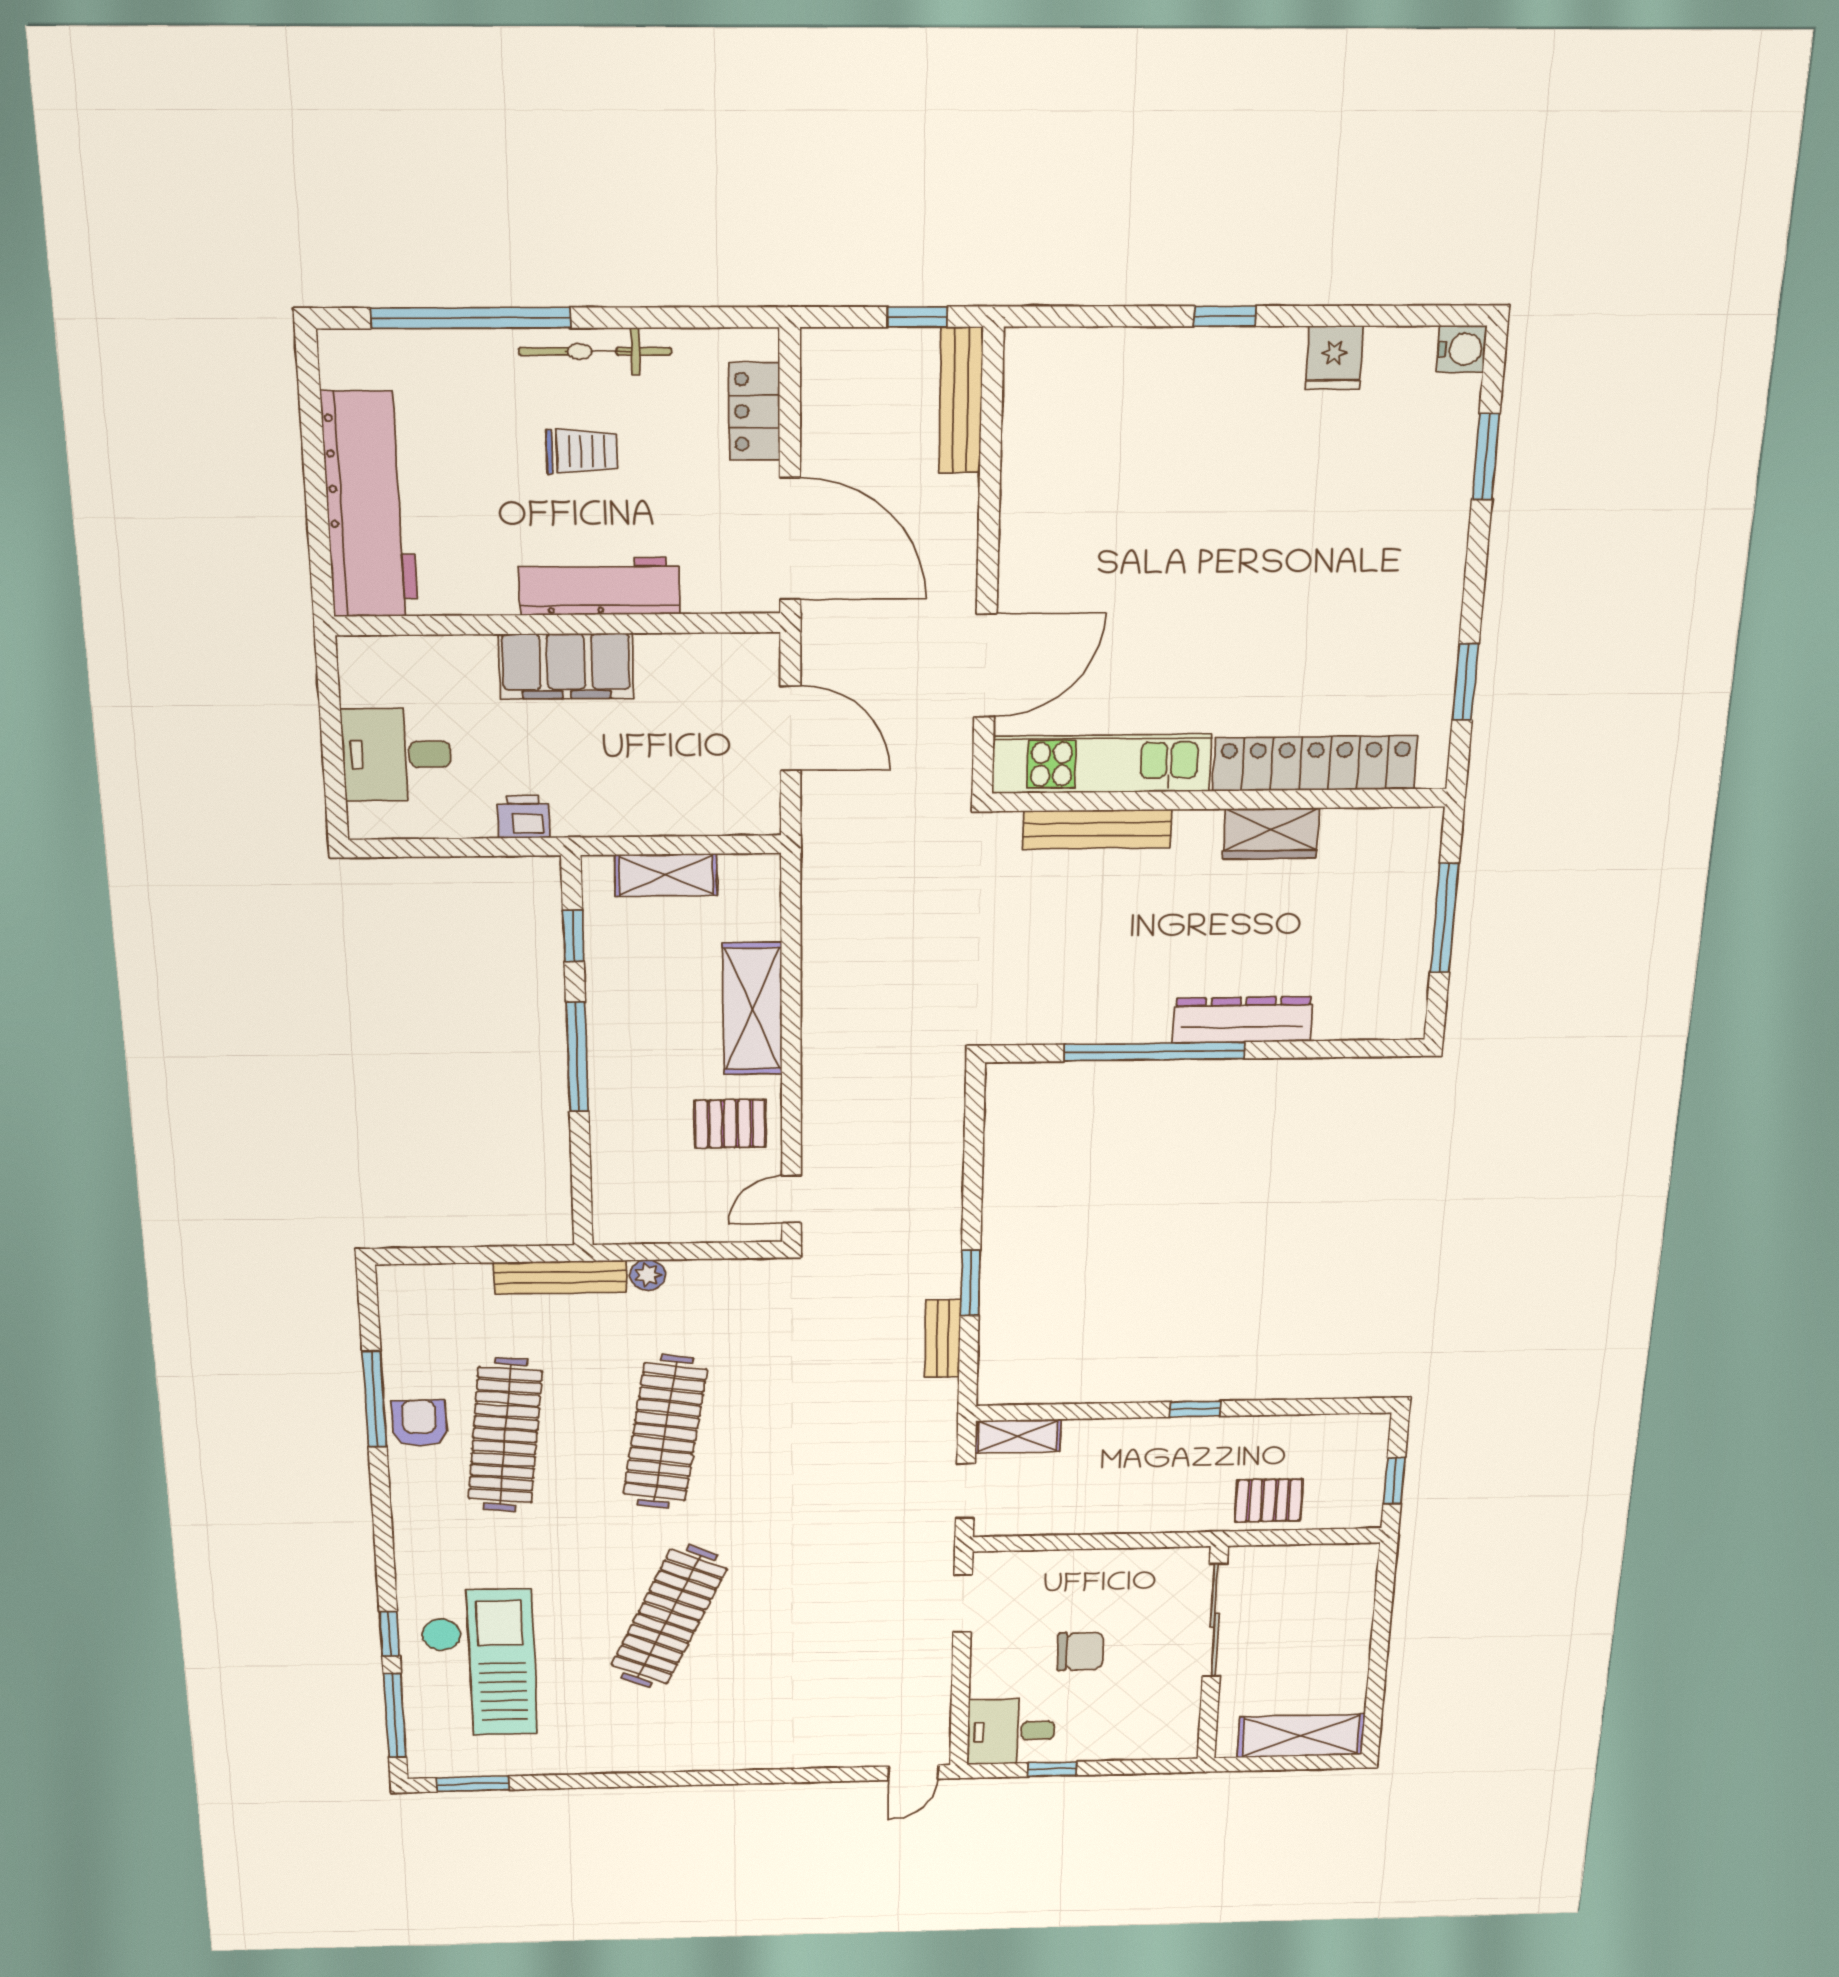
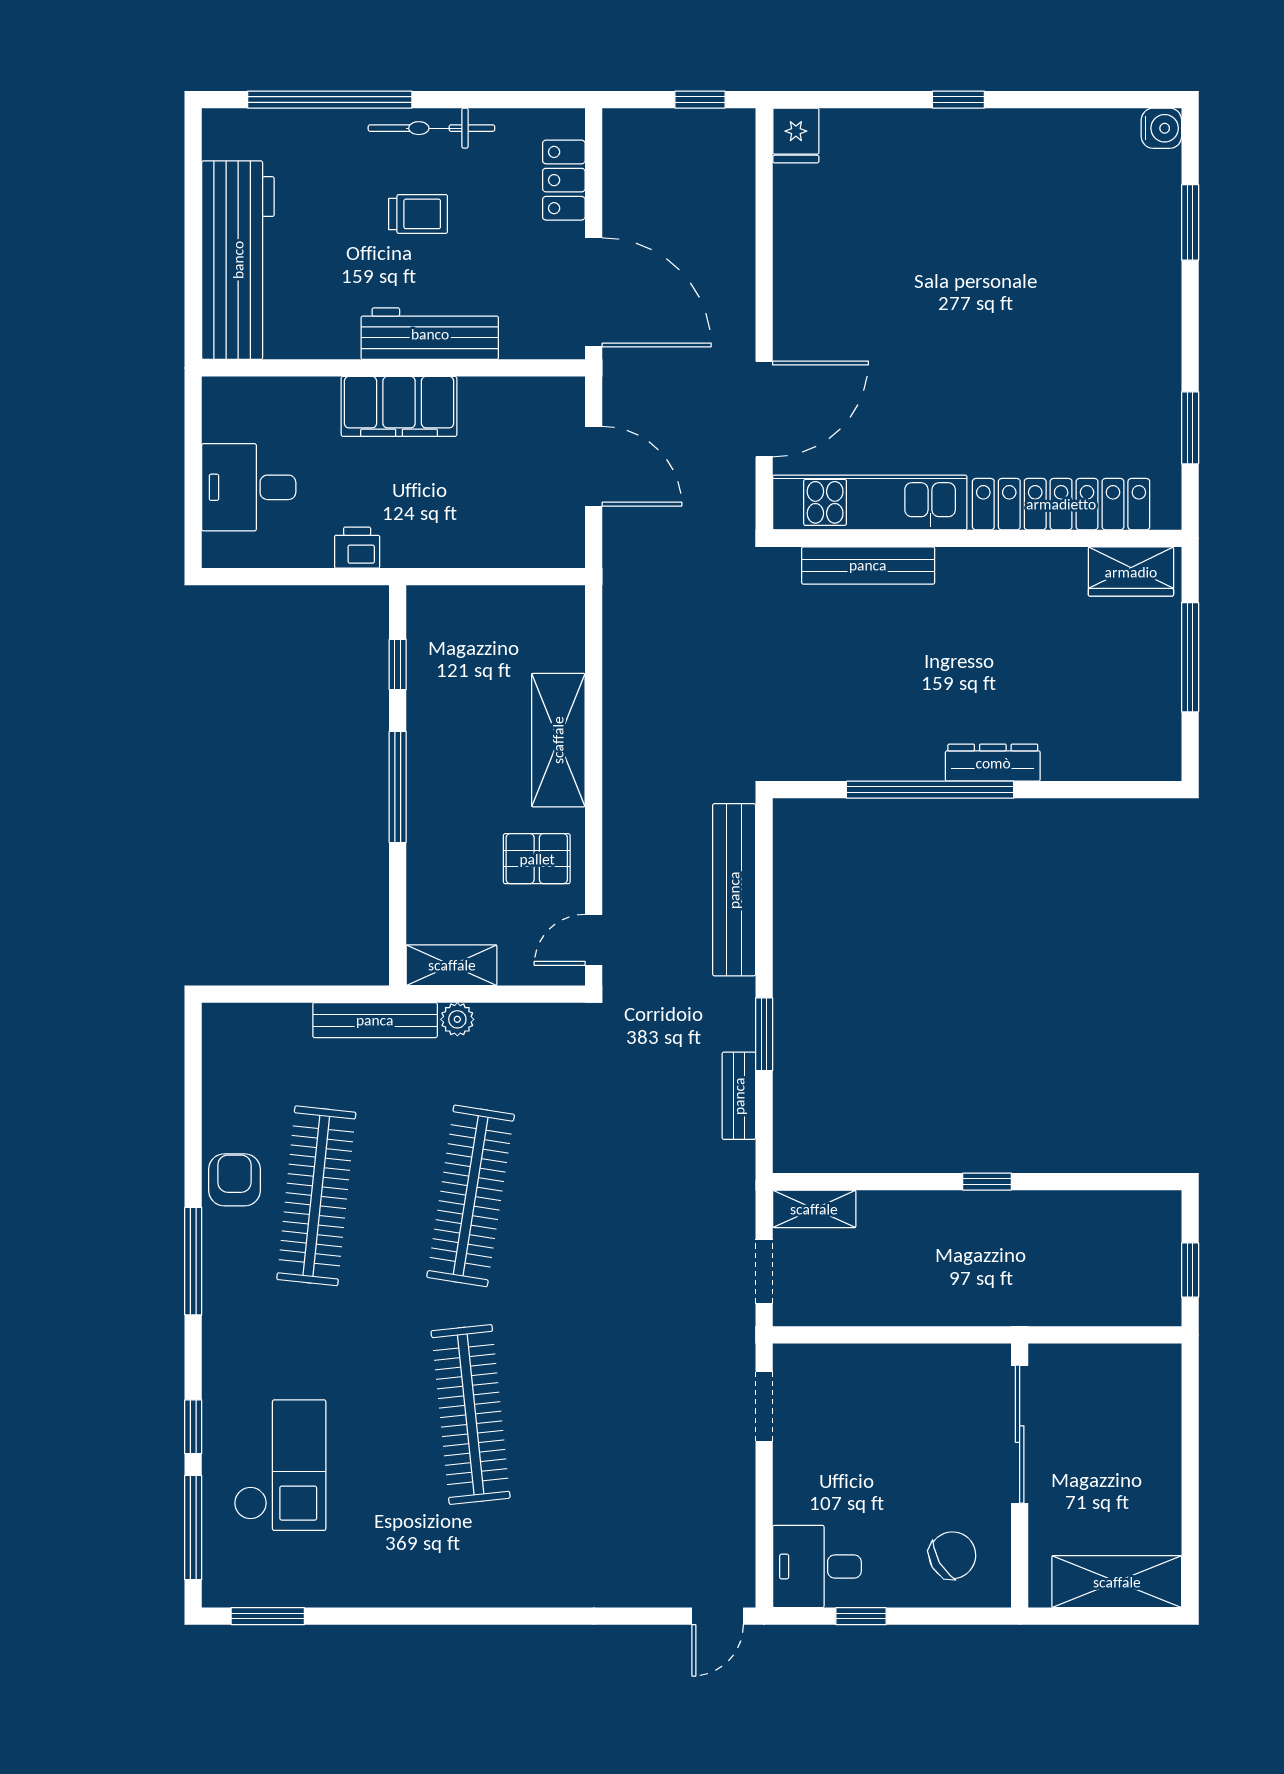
fridge: (1334, 358) -> (796, 135), moved
bench: (961, 400) -> (734, 890), moved, width x1.37, depth x1.21
wardrobe: (1271, 834) -> (1131, 572), moved
shelving: (666, 875) -> (452, 965), moved
dresser: (1243, 1020) -> (993, 763), width x0.73, depth x0.80
window: (374, 1399) -> (193, 1261), moved
pallet: (1269, 1500) -> (1066, 1290), removed
clothes rail: (669, 1617) -> (471, 1414), turned -30
chair: (1081, 1651) -> (952, 1555), moved, turned -30
checkout: (479, 1663) -> (280, 1465), width x0.73, depth x0.83

